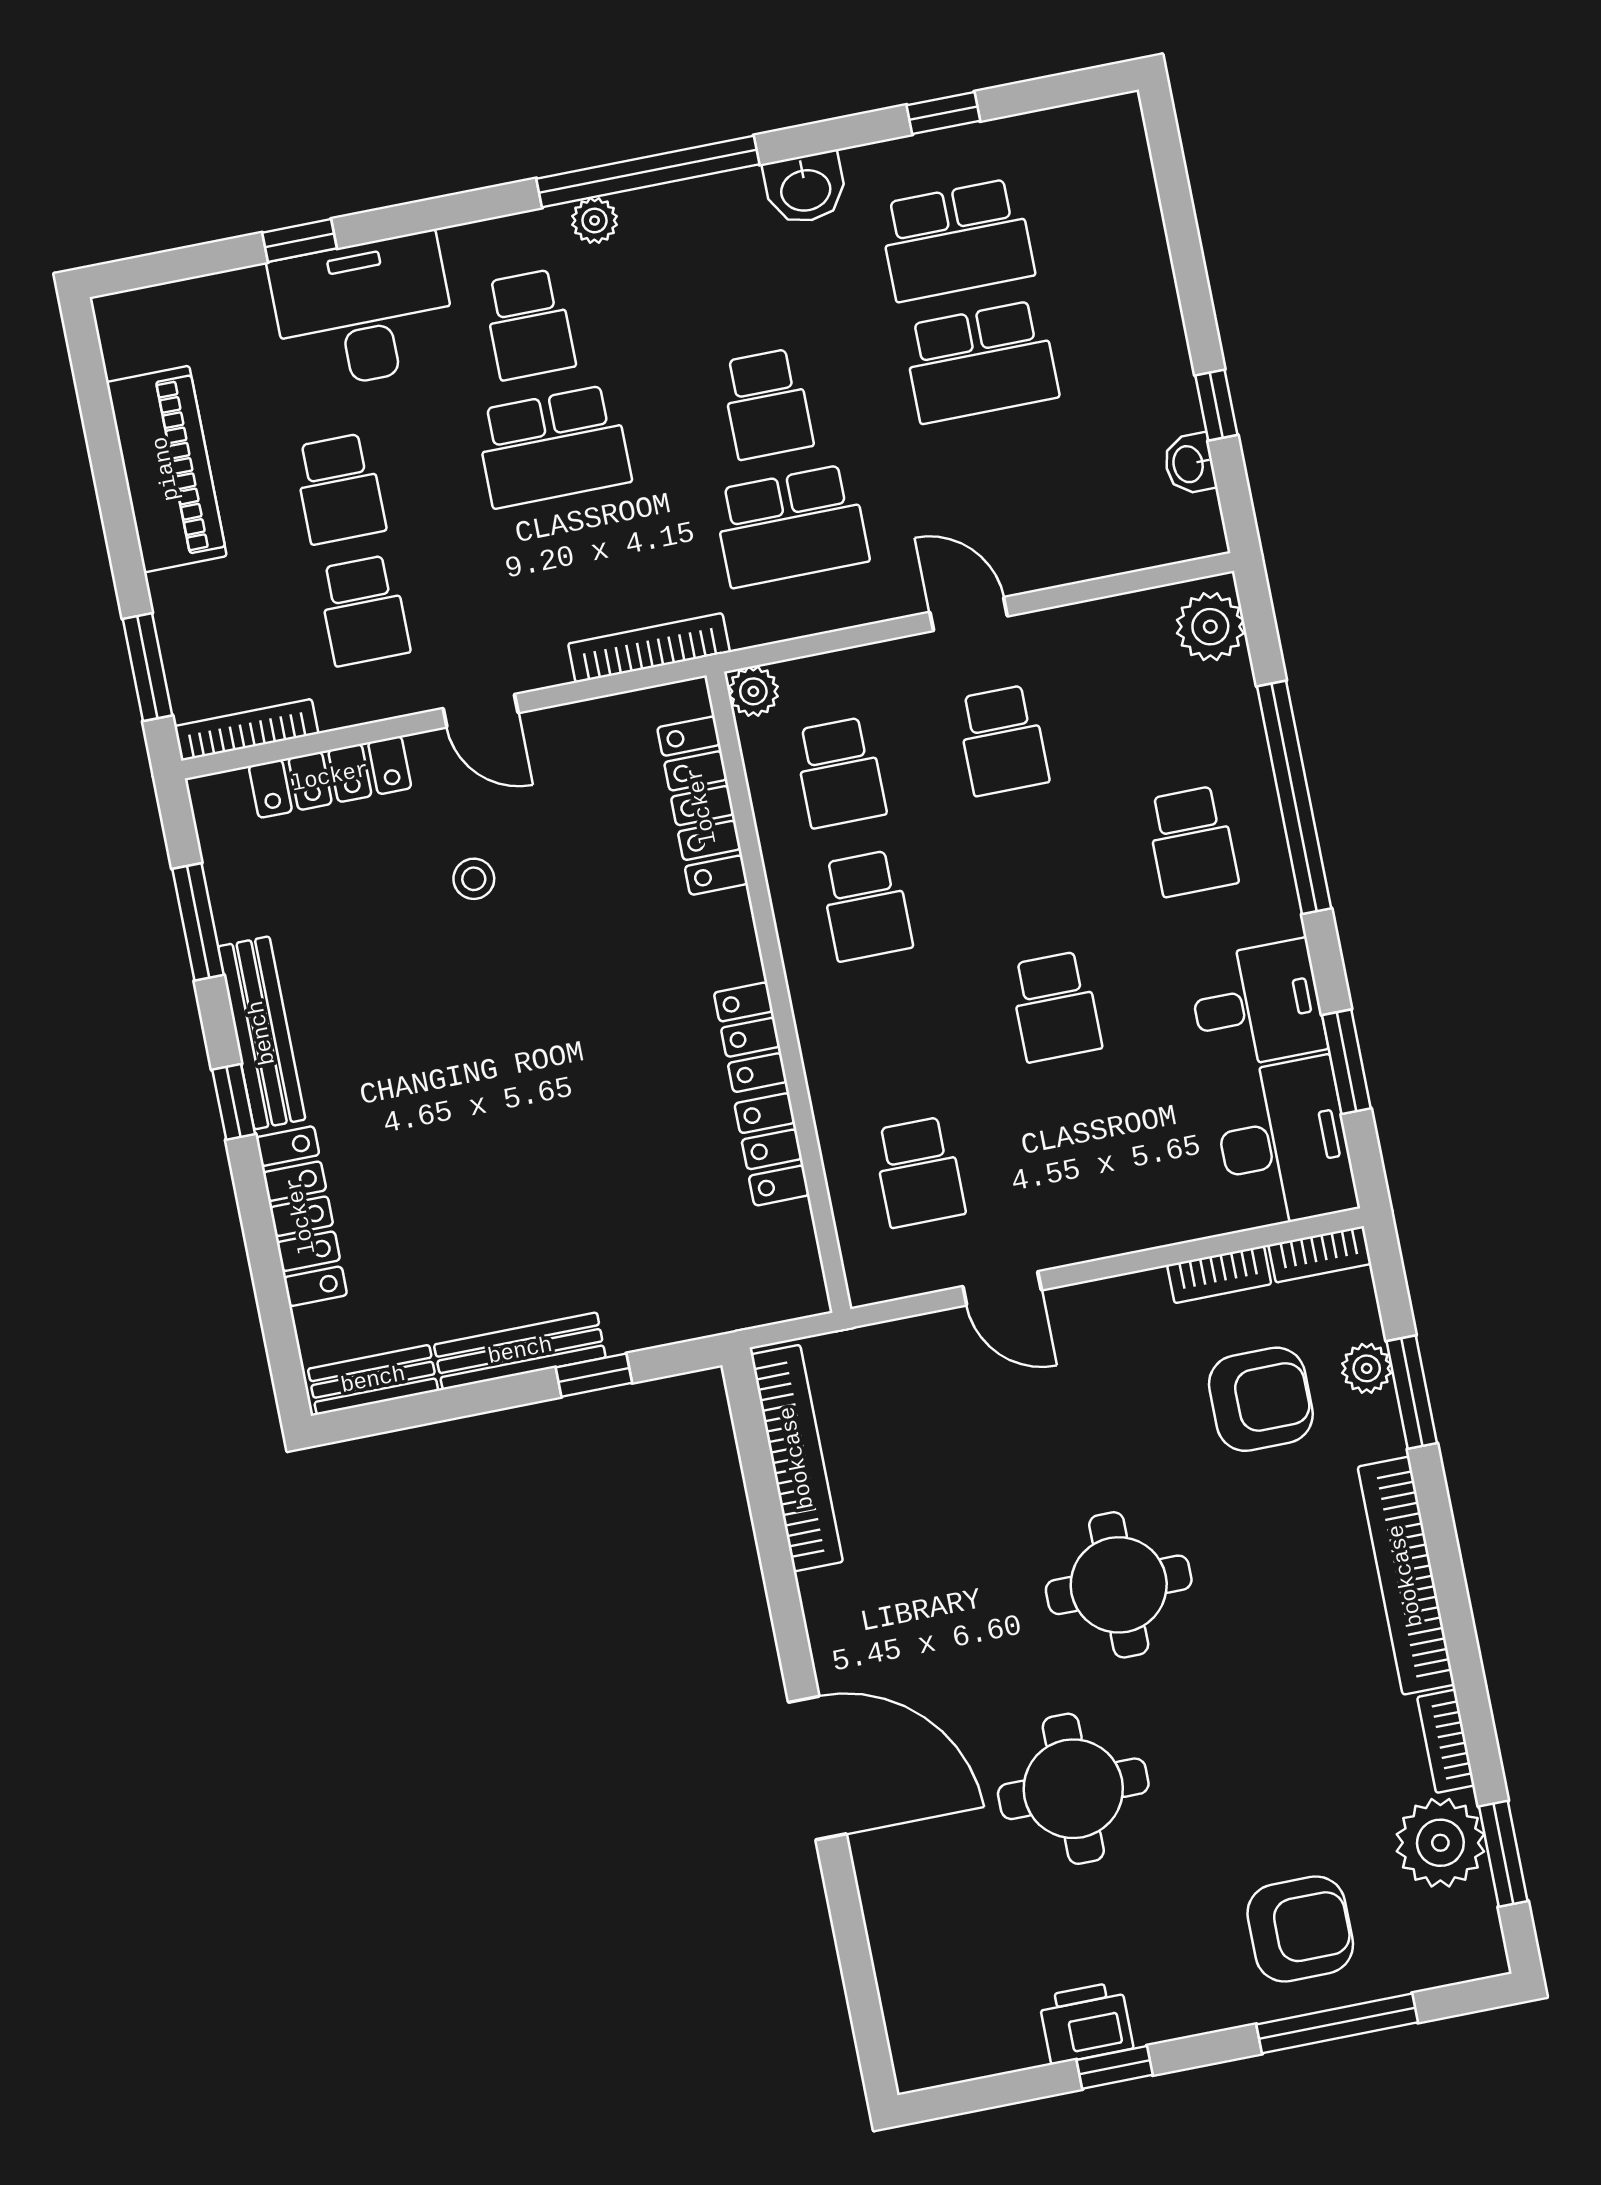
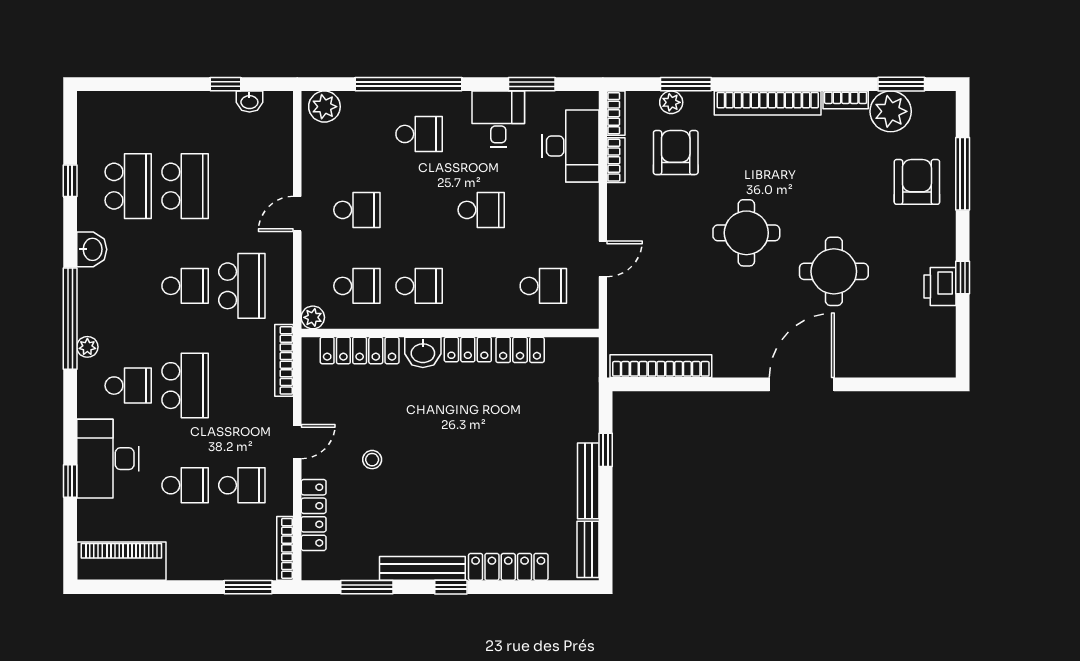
piano: (166, 469) -> (121, 561), moved
washbasin: (725, 942) -> (423, 352), added
desk: (1284, 1143) -> (570, 146), moved, turned 90

